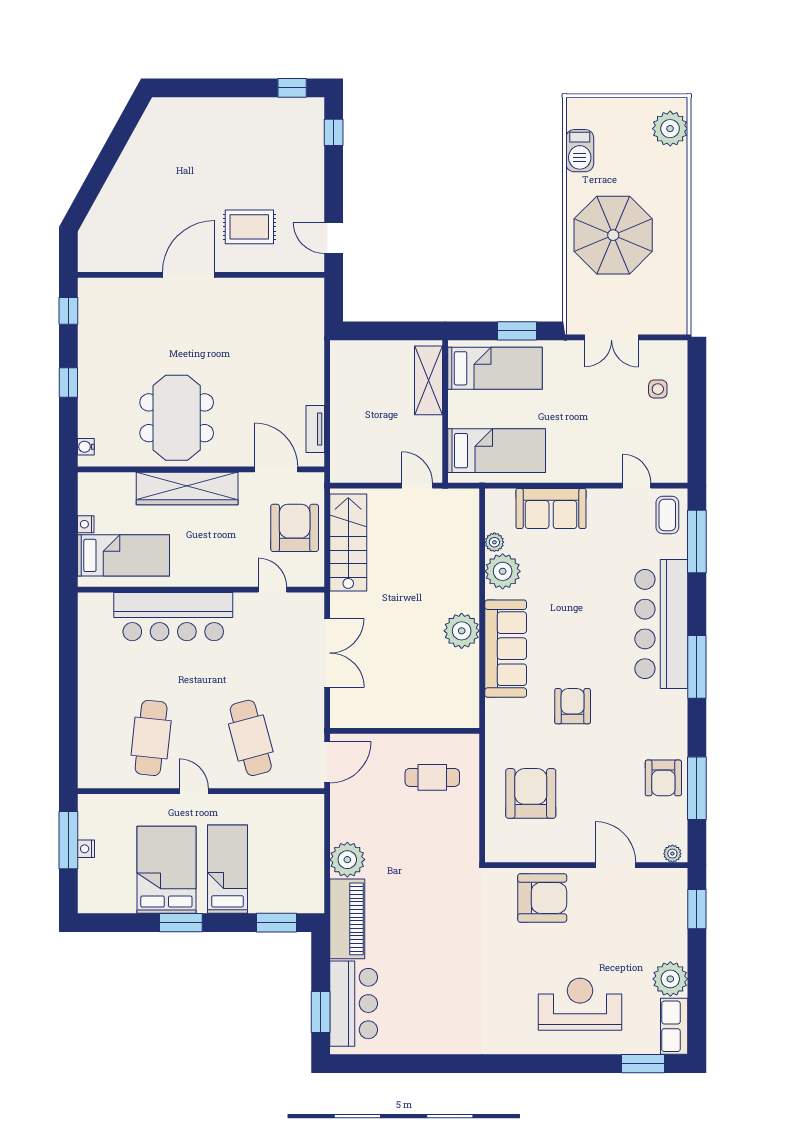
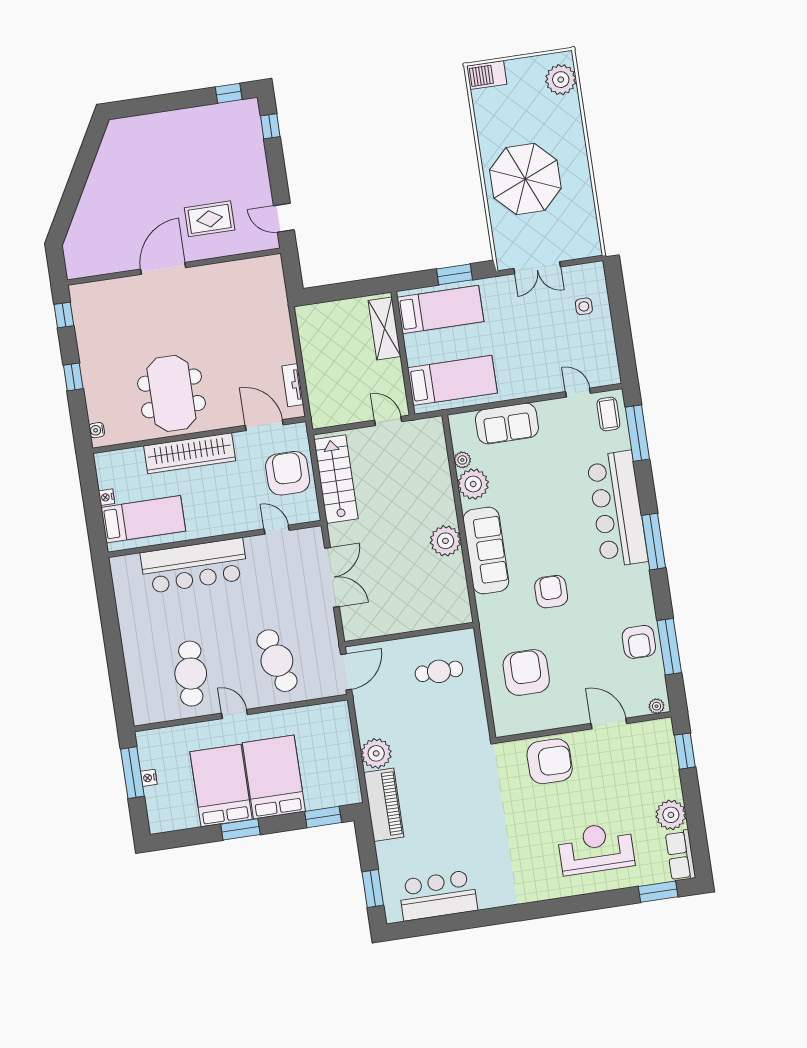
barbecue: (580, 151) -> (487, 75), moved, turned 90
bed: (228, 869) -> (274, 777), width x1.50
bar counter: (354, 1004) -> (438, 895), moved, turned -90

